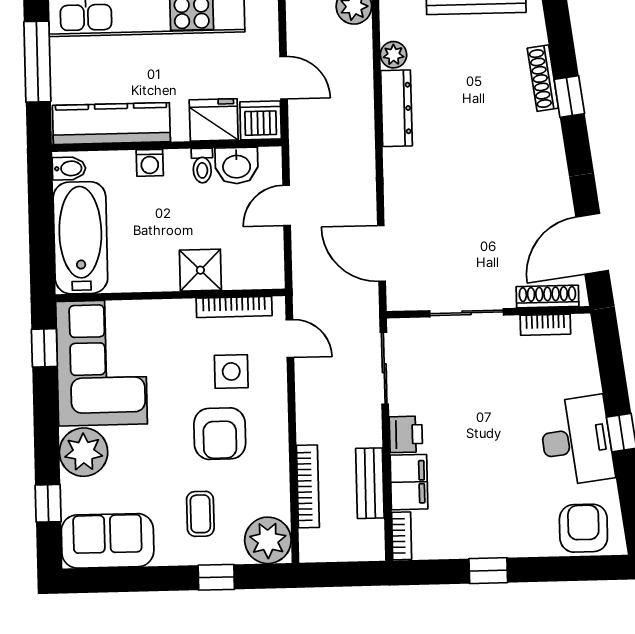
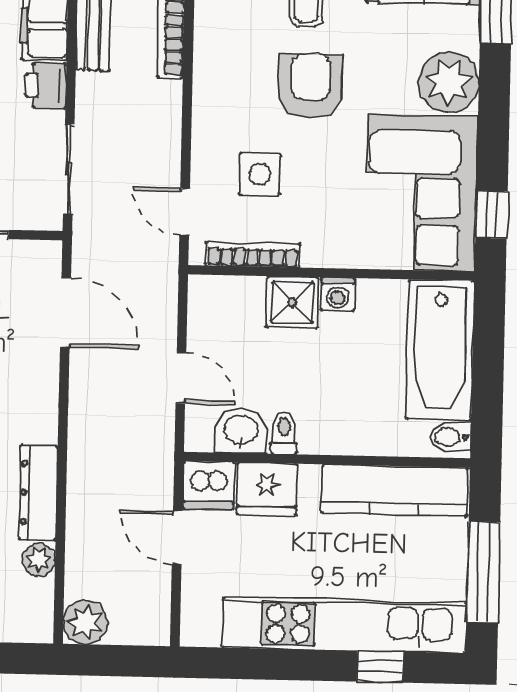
washing machine: (150, 163) -> (338, 294), moved, turned 180
door: (287, 205) -> (181, 378), hinge flipped
armchair: (220, 434) -> (310, 86), moved

